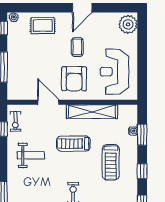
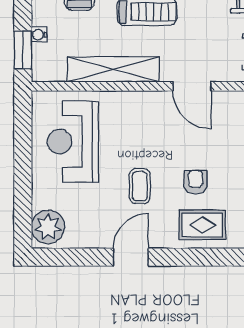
reception desk: (114, 72) -> (73, 142), turned 180
armchair: (74, 79) -> (195, 182), moved, width x0.53, depth x0.53
window: (142, 135) -> (23, 50), moved

